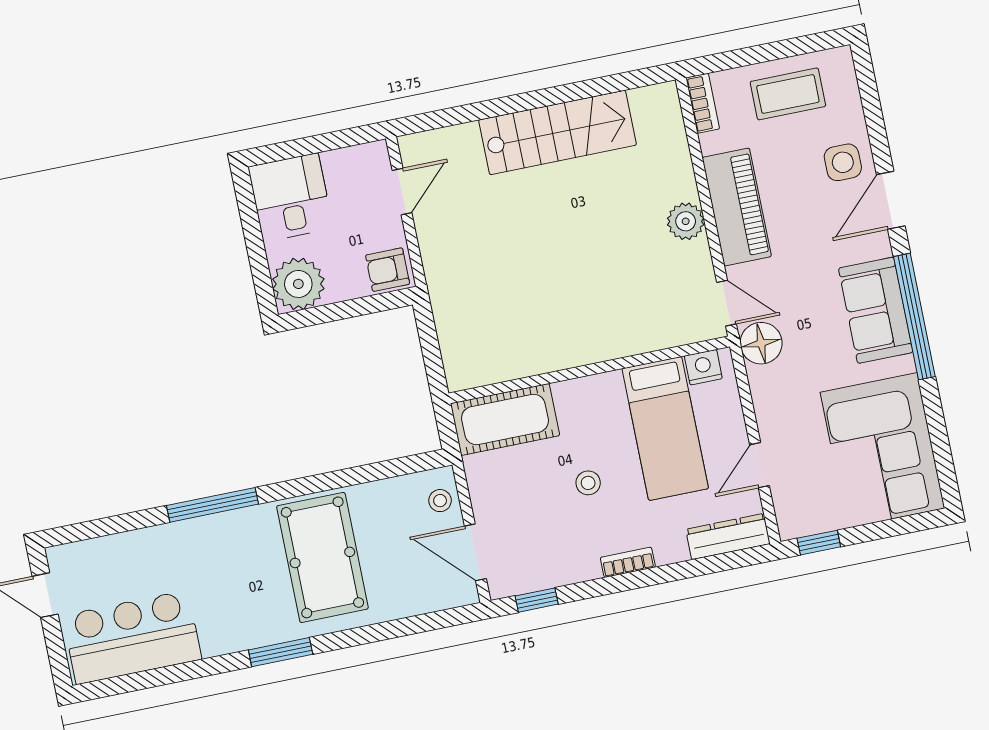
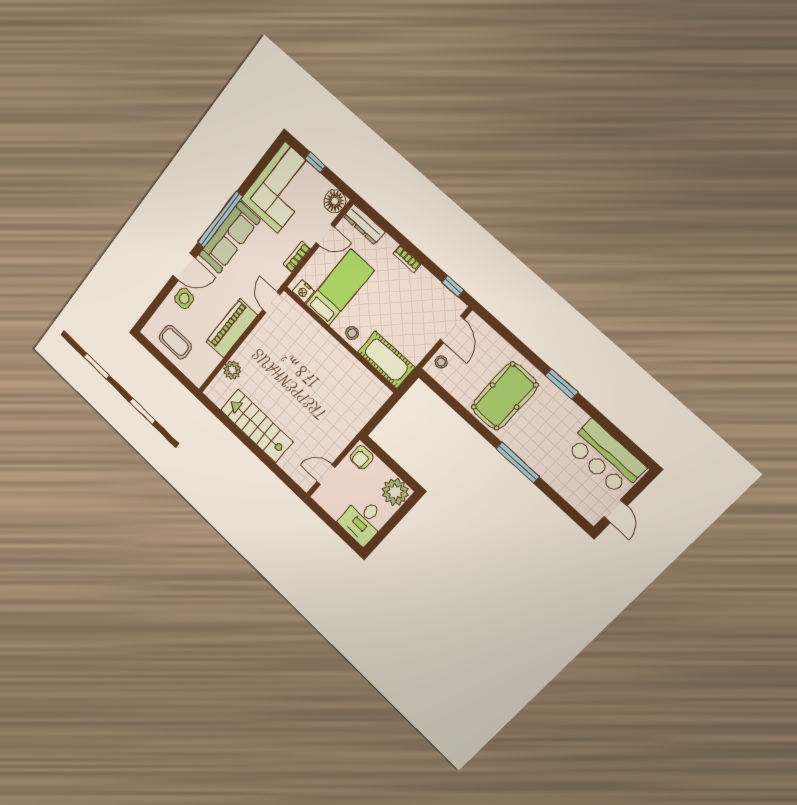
bookcase: (703, 103) -> (297, 257), moved
plant: (686, 221) -> (232, 370), moved
armchair: (388, 270) -> (362, 457), turned 90
sofa: (876, 310) -> (229, 237), width x1.36
floor lamp: (761, 343) -> (335, 201), moved
stool: (588, 483) -> (352, 333), moved
window: (819, 543) -> (315, 162), moved

